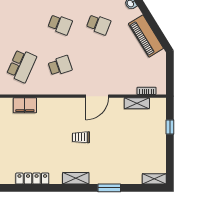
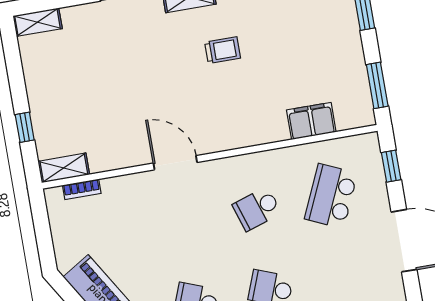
door: (97, 96) -> (175, 163), hinge flipped
shelving: (137, 103) -> (64, 168), moved
trolley: (81, 137) -> (223, 50), moved

